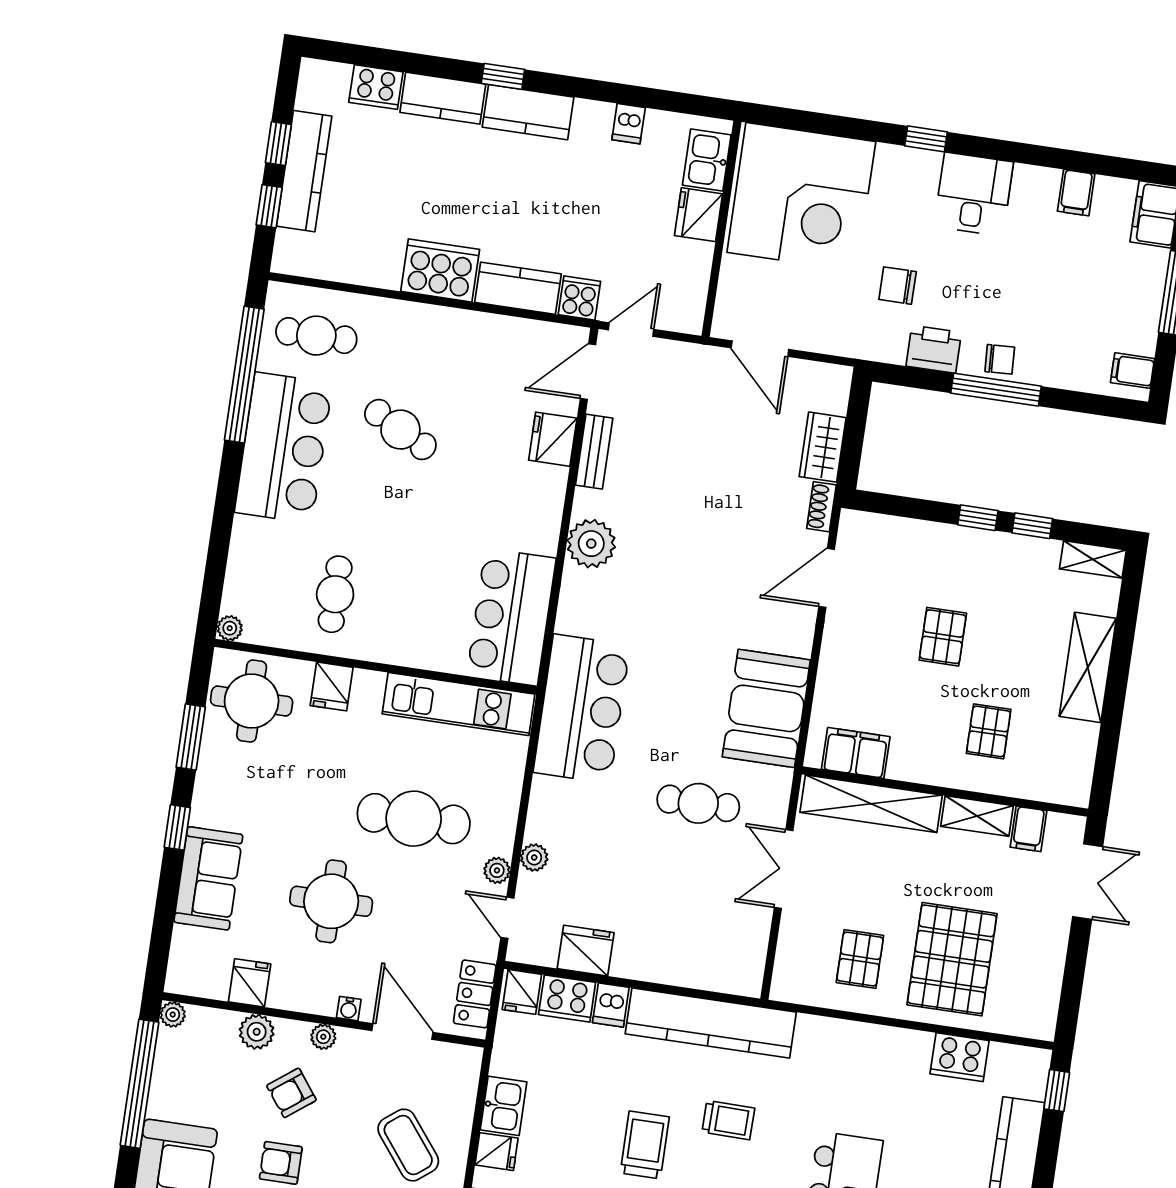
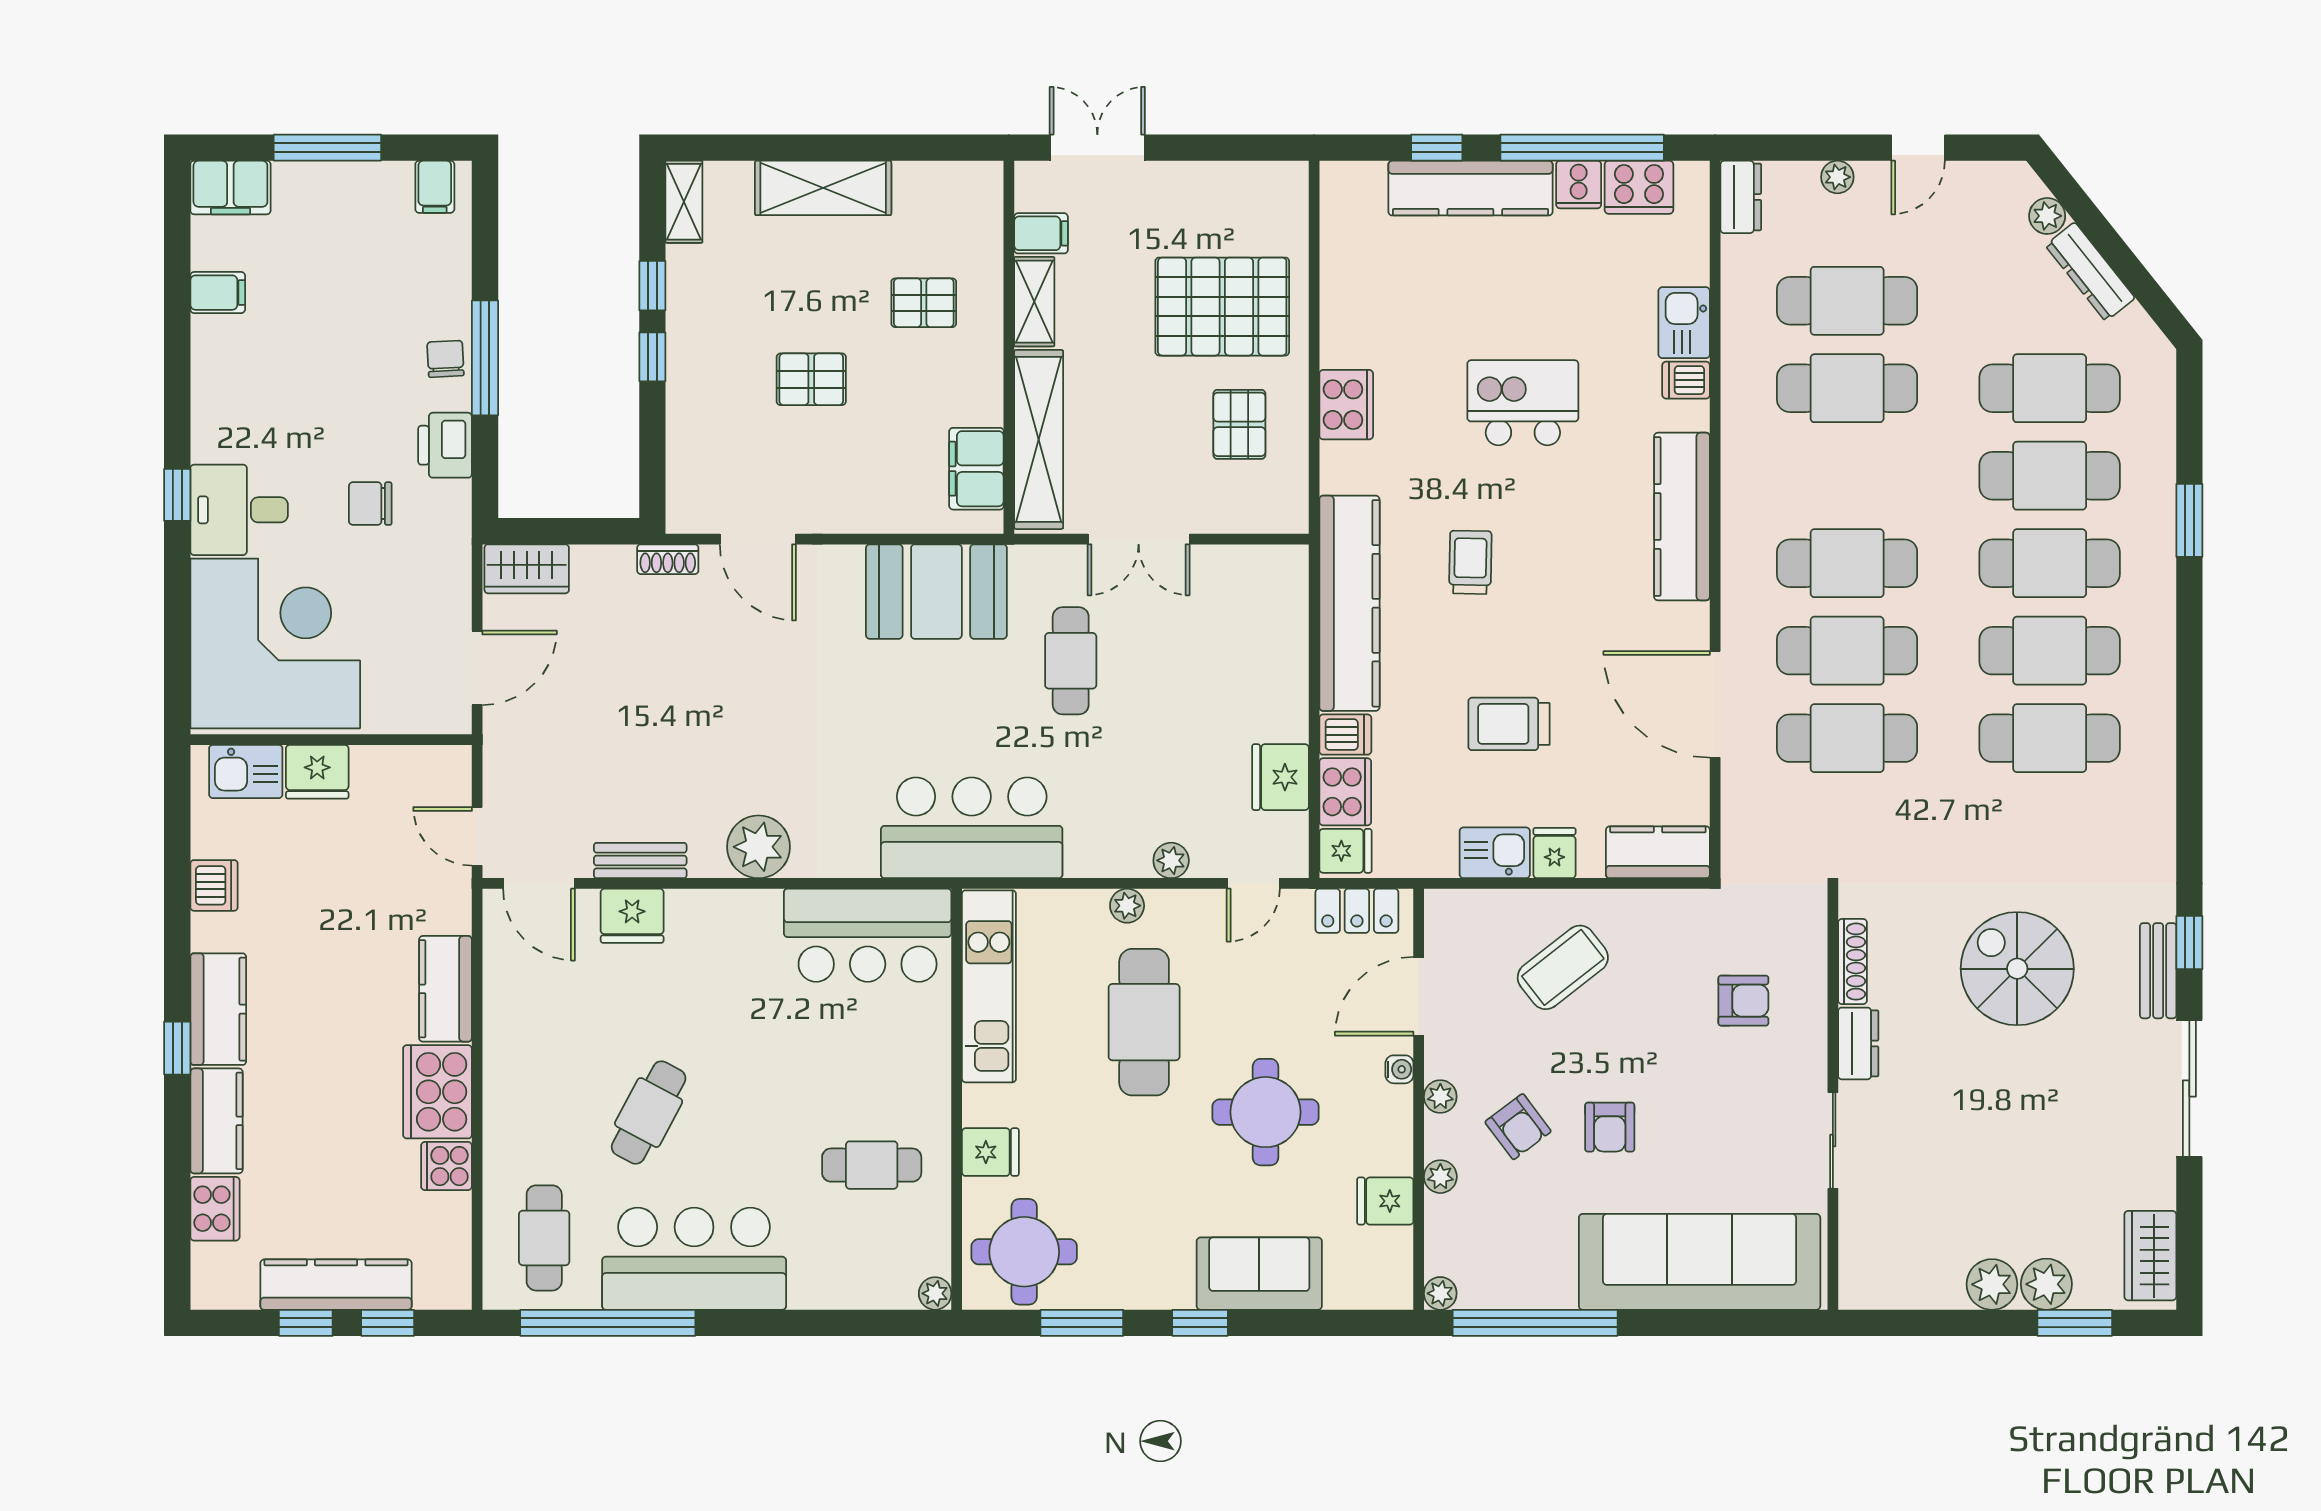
dishwasher: (629, 124) -> (214, 885), width x1.38
desk: (974, 194) -> (239, 510), moved
chair: (898, 286) -> (370, 504), turned 90
cooker: (579, 298) -> (446, 1166), moved
wardrobe: (823, 447) -> (527, 569), moved
plant: (497, 870) -> (1127, 906), moved
pallet: (860, 959) -> (1239, 424), turned 90
plant: (257, 1032) -> (1440, 1177), width x0.73, depth x0.73
cooker: (960, 1057) -> (1346, 405), moved
window: (1057, 1091) -> (1437, 148), moved
trolley: (645, 1145) -> (1509, 724), moved

